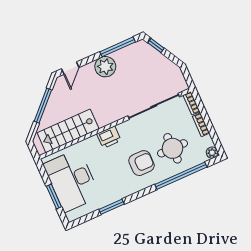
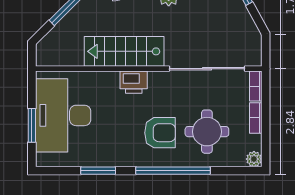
stairs: (68, 131) -> (124, 51), moved
window: (181, 176) -> (173, 171), moved

